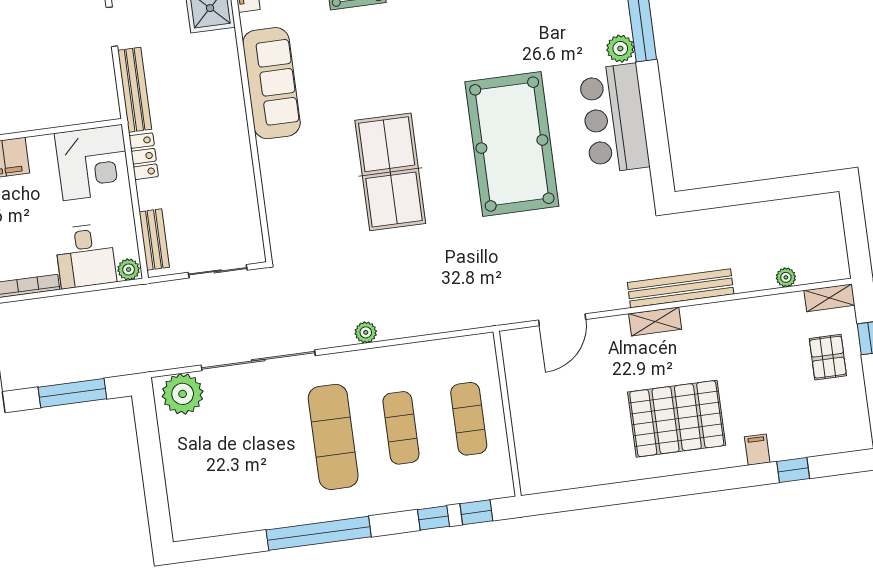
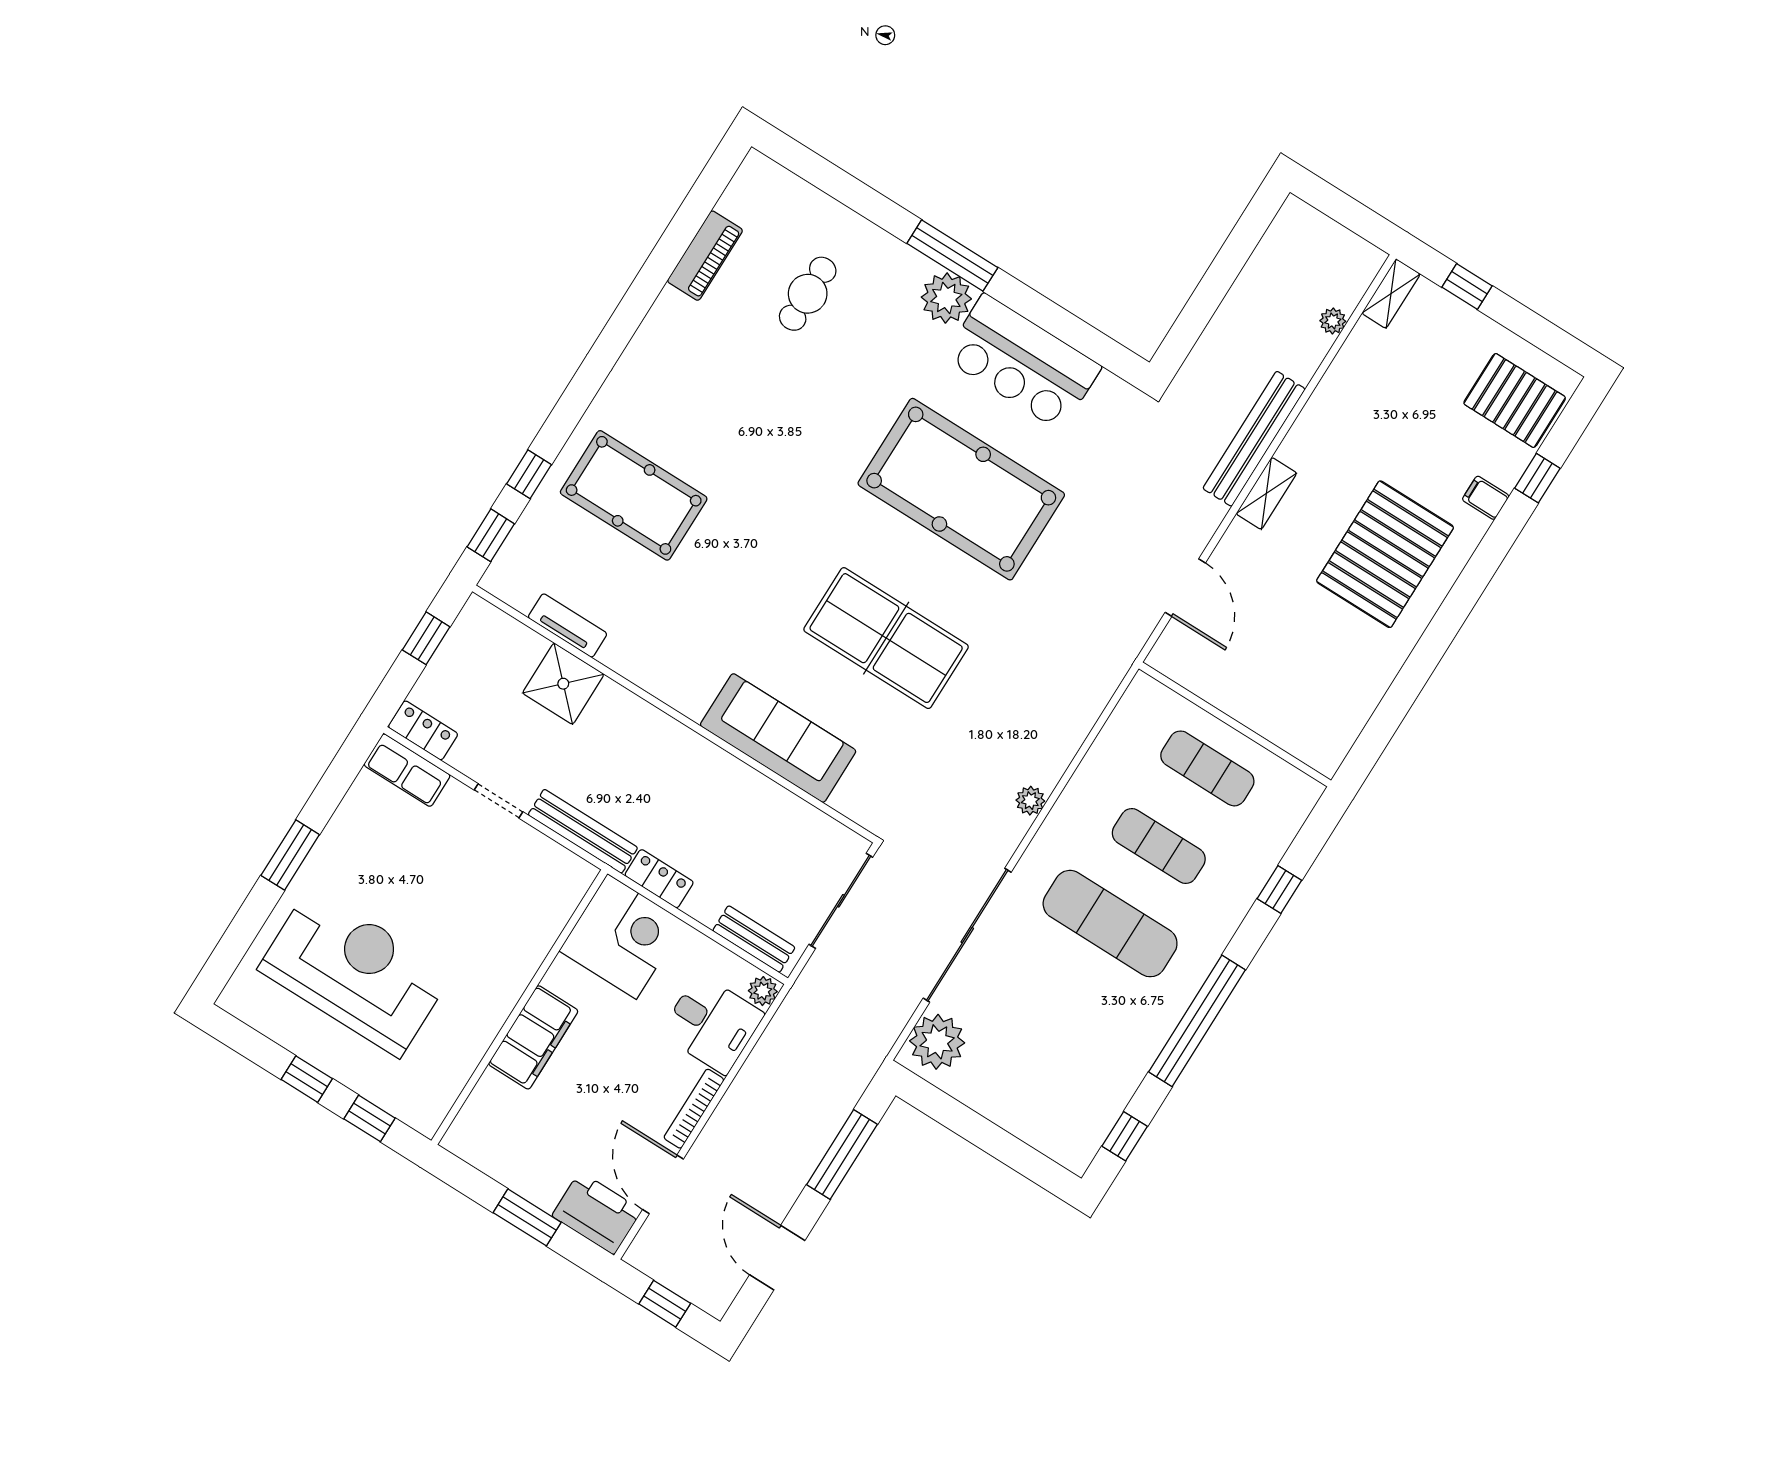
plant: (620, 49) -> (946, 298), width x1.36, depth x1.36
sofa: (271, 83) -> (778, 738), moved
sliding door: (218, 271) -> (841, 901), width x1.37
pallet: (828, 357) -> (1515, 400), moved, width x1.50, depth x1.42
window: (476, 512) -> (1125, 1136), moved

